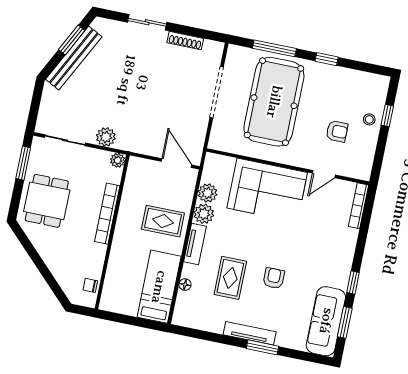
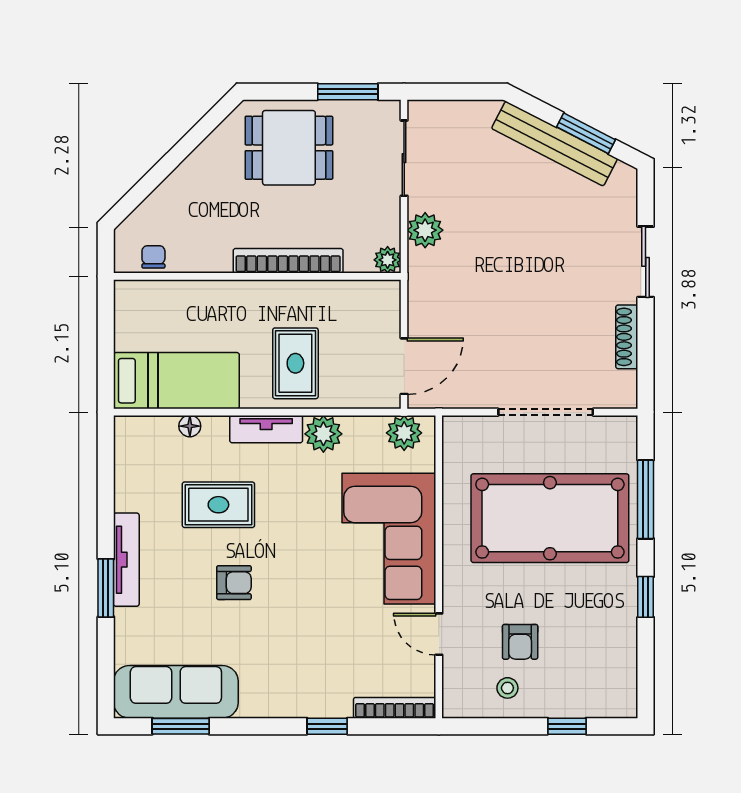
stool: (369, 119) -> (507, 688), moved
plant: (208, 193) -> (404, 433), moved
window: (353, 282) -> (327, 726), moved

